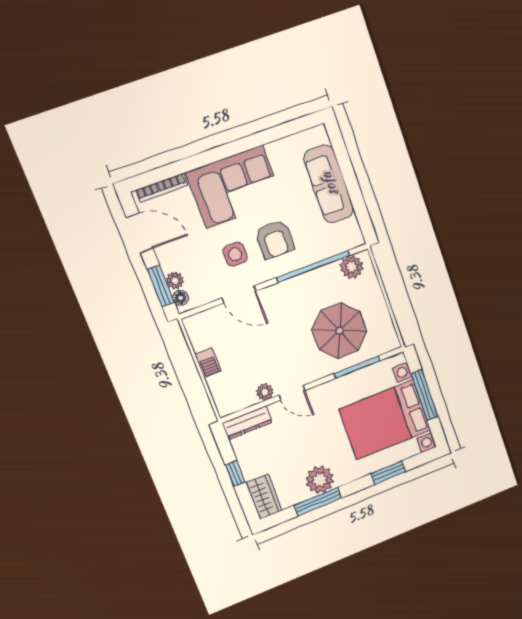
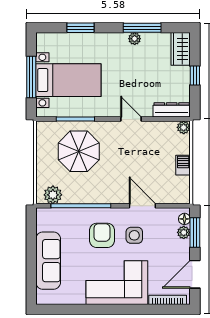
door: (140, 233) -> (195, 274), hinge flipped
plant: (265, 392) -> (184, 127), moved
bed with nightstands: (385, 420) -> (68, 80), width x0.73
plant: (320, 480) -> (135, 39), width x0.53, depth x0.53

